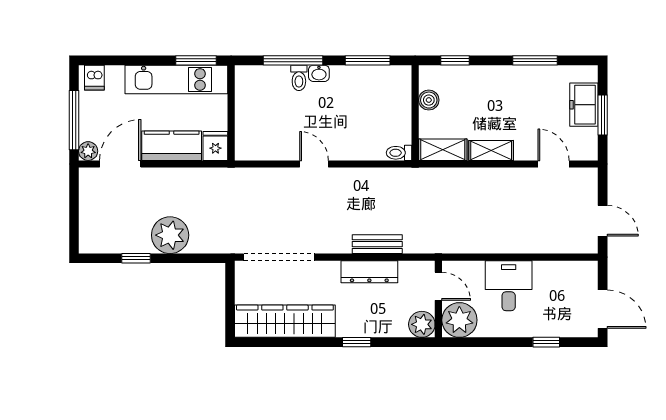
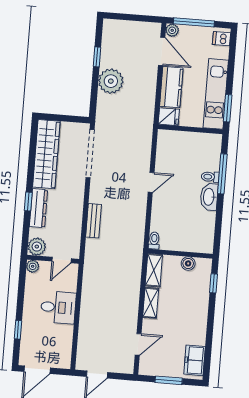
window: (368, 60) -> (218, 224), removed
window: (535, 60) -> (209, 338), removed
washbasin: (319, 73) -> (209, 197), width x1.91, depth x1.45
freezer: (584, 105) -> (195, 360), moved, turned -90
dresser: (369, 272) -> (38, 208), moved, turned 180
plant: (459, 320) -> (33, 266), width x0.53, depth x0.53

